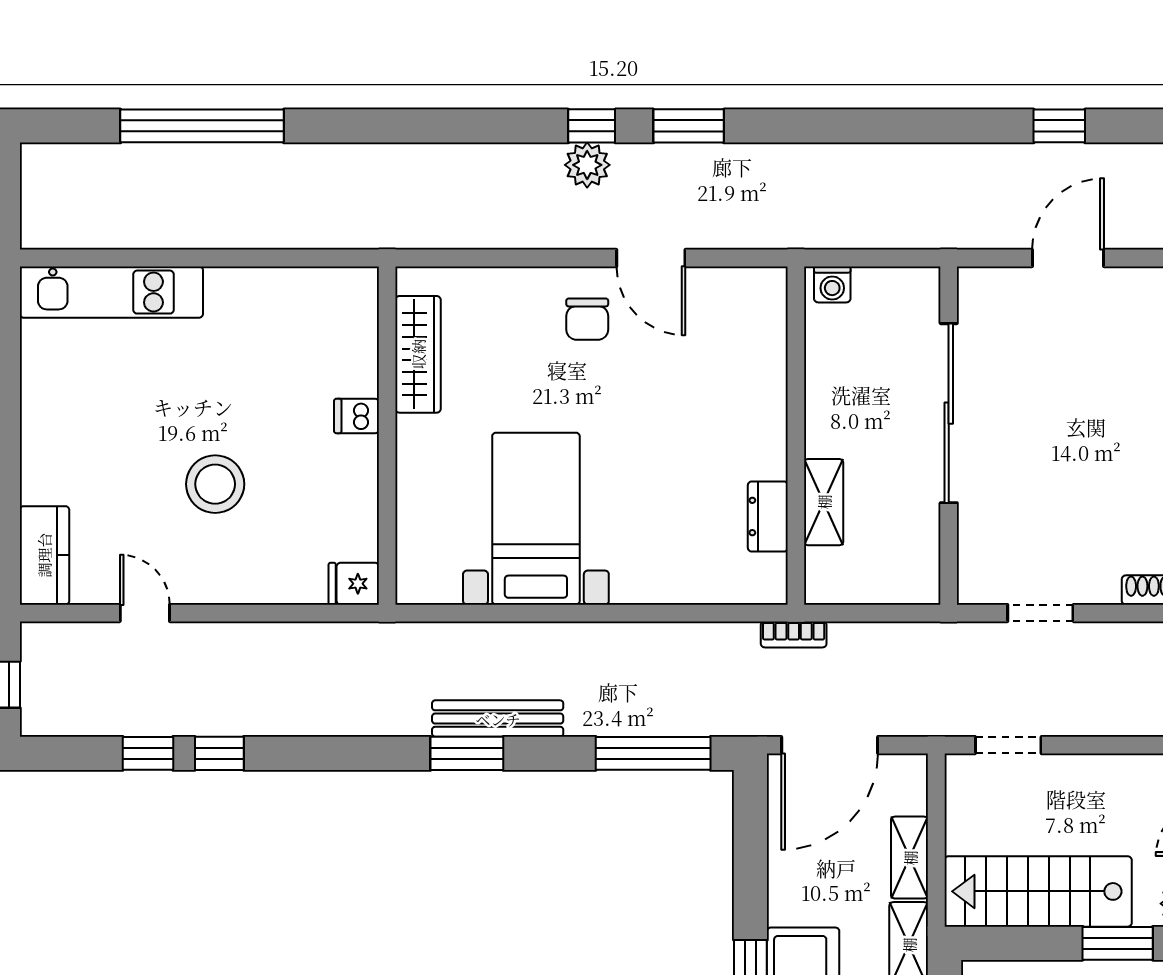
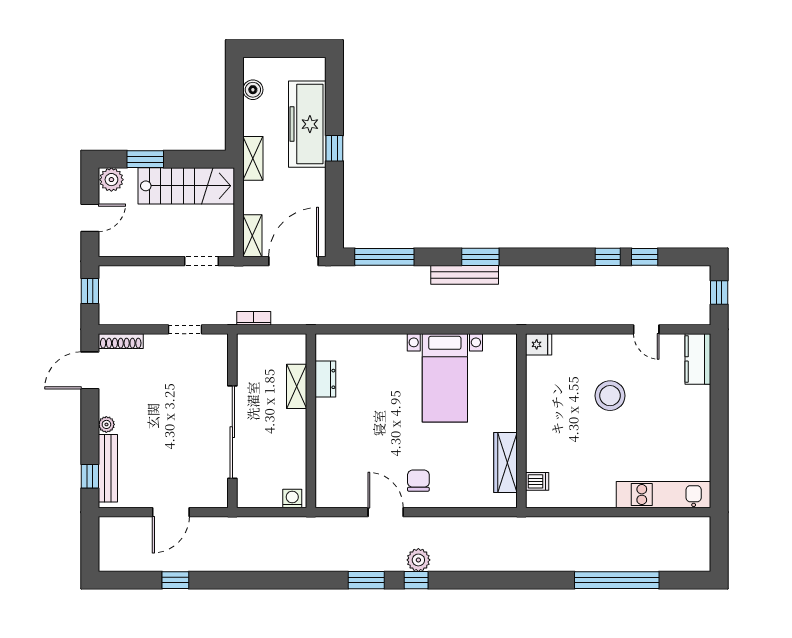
dishwasher: (357, 416) -> (537, 481), moved
bookcase: (794, 634) -> (254, 318), moved
shelving: (910, 858) -> (252, 236), moved

